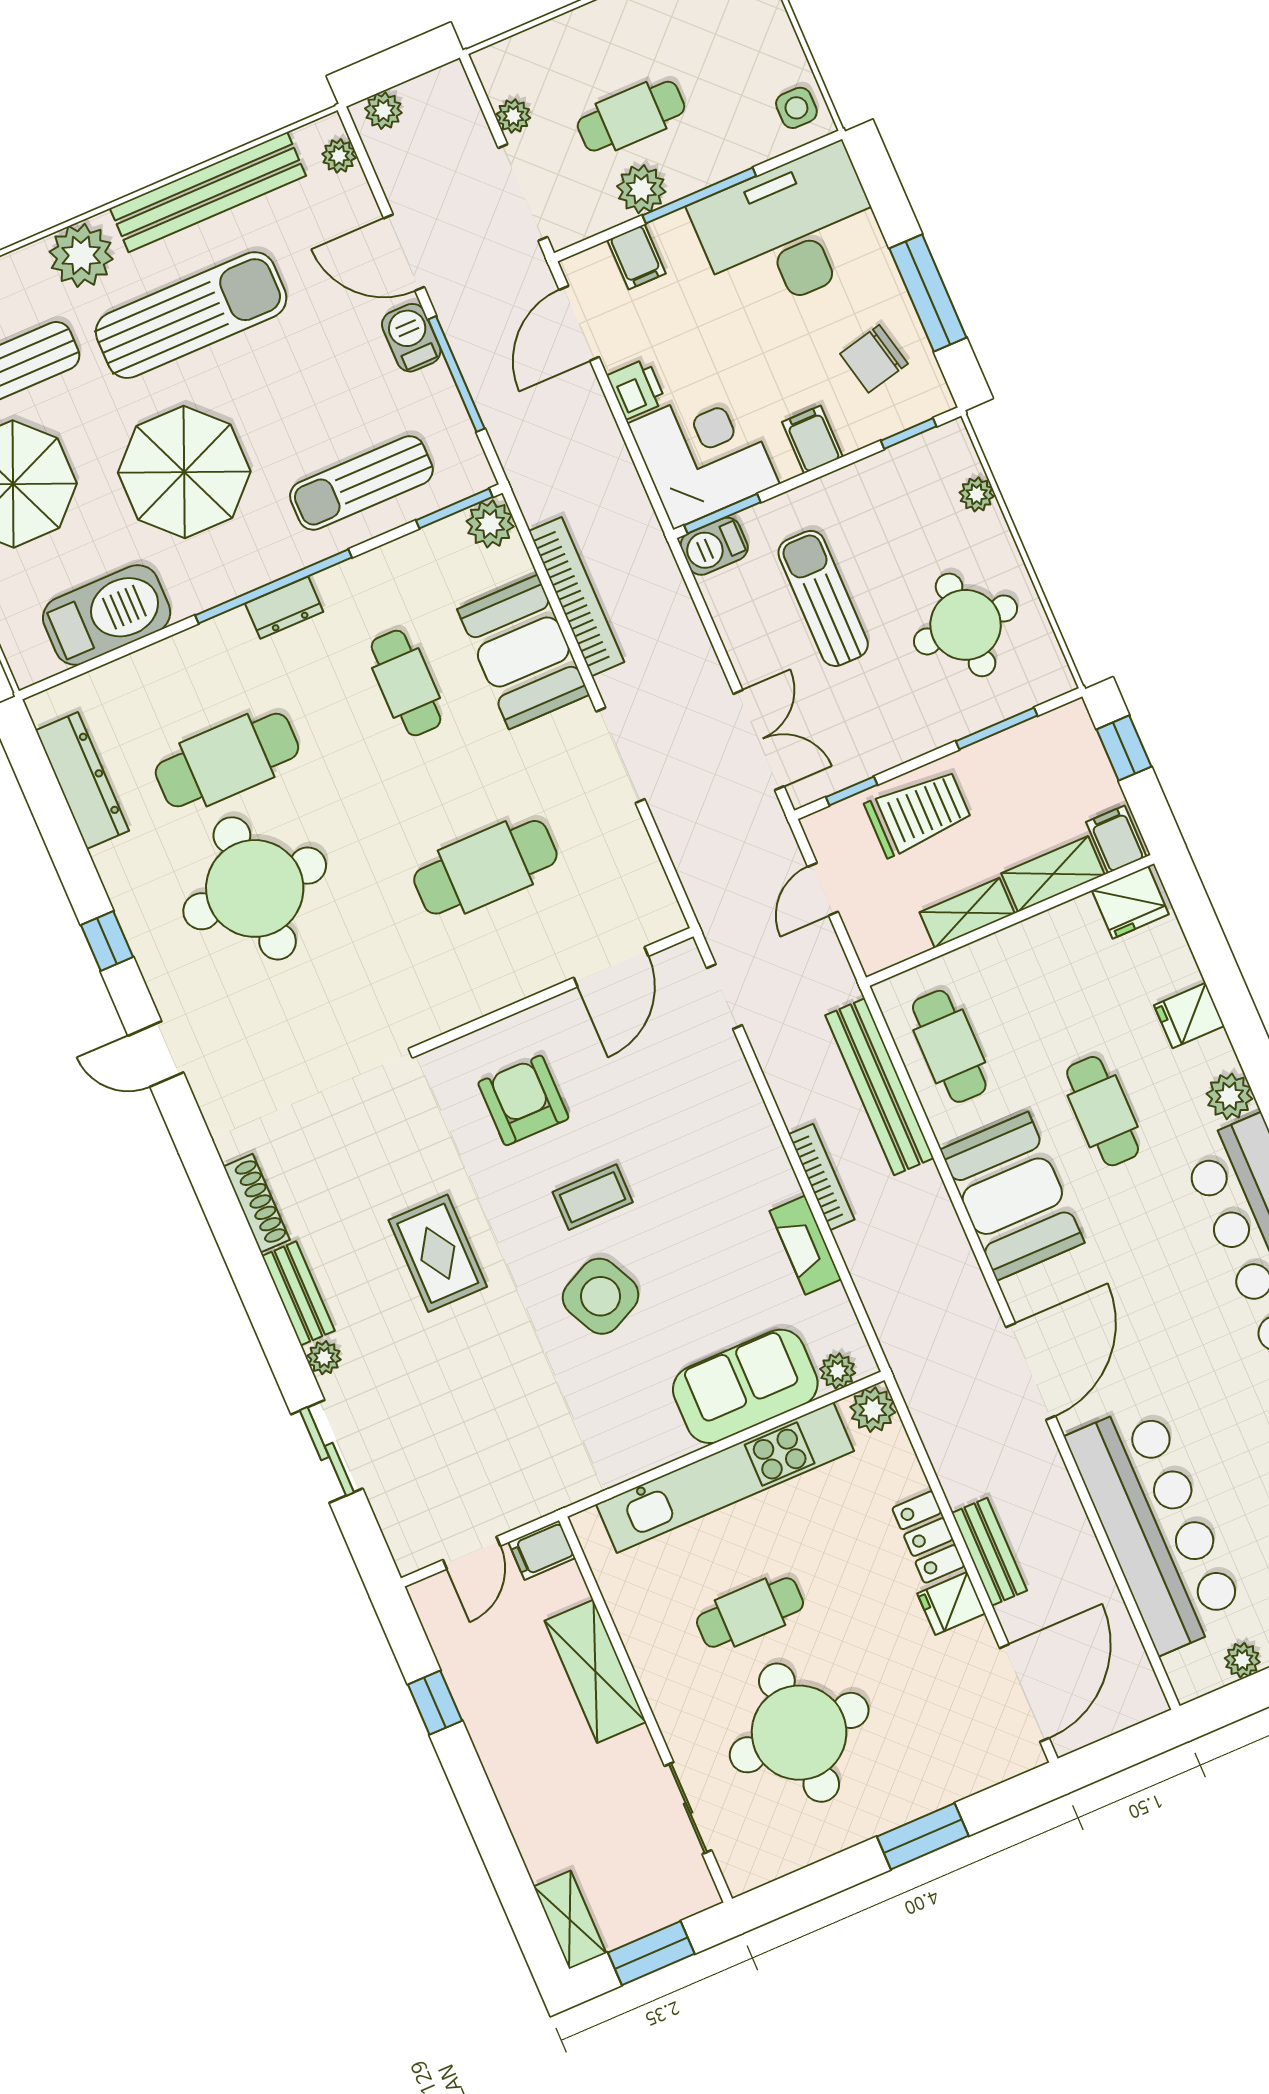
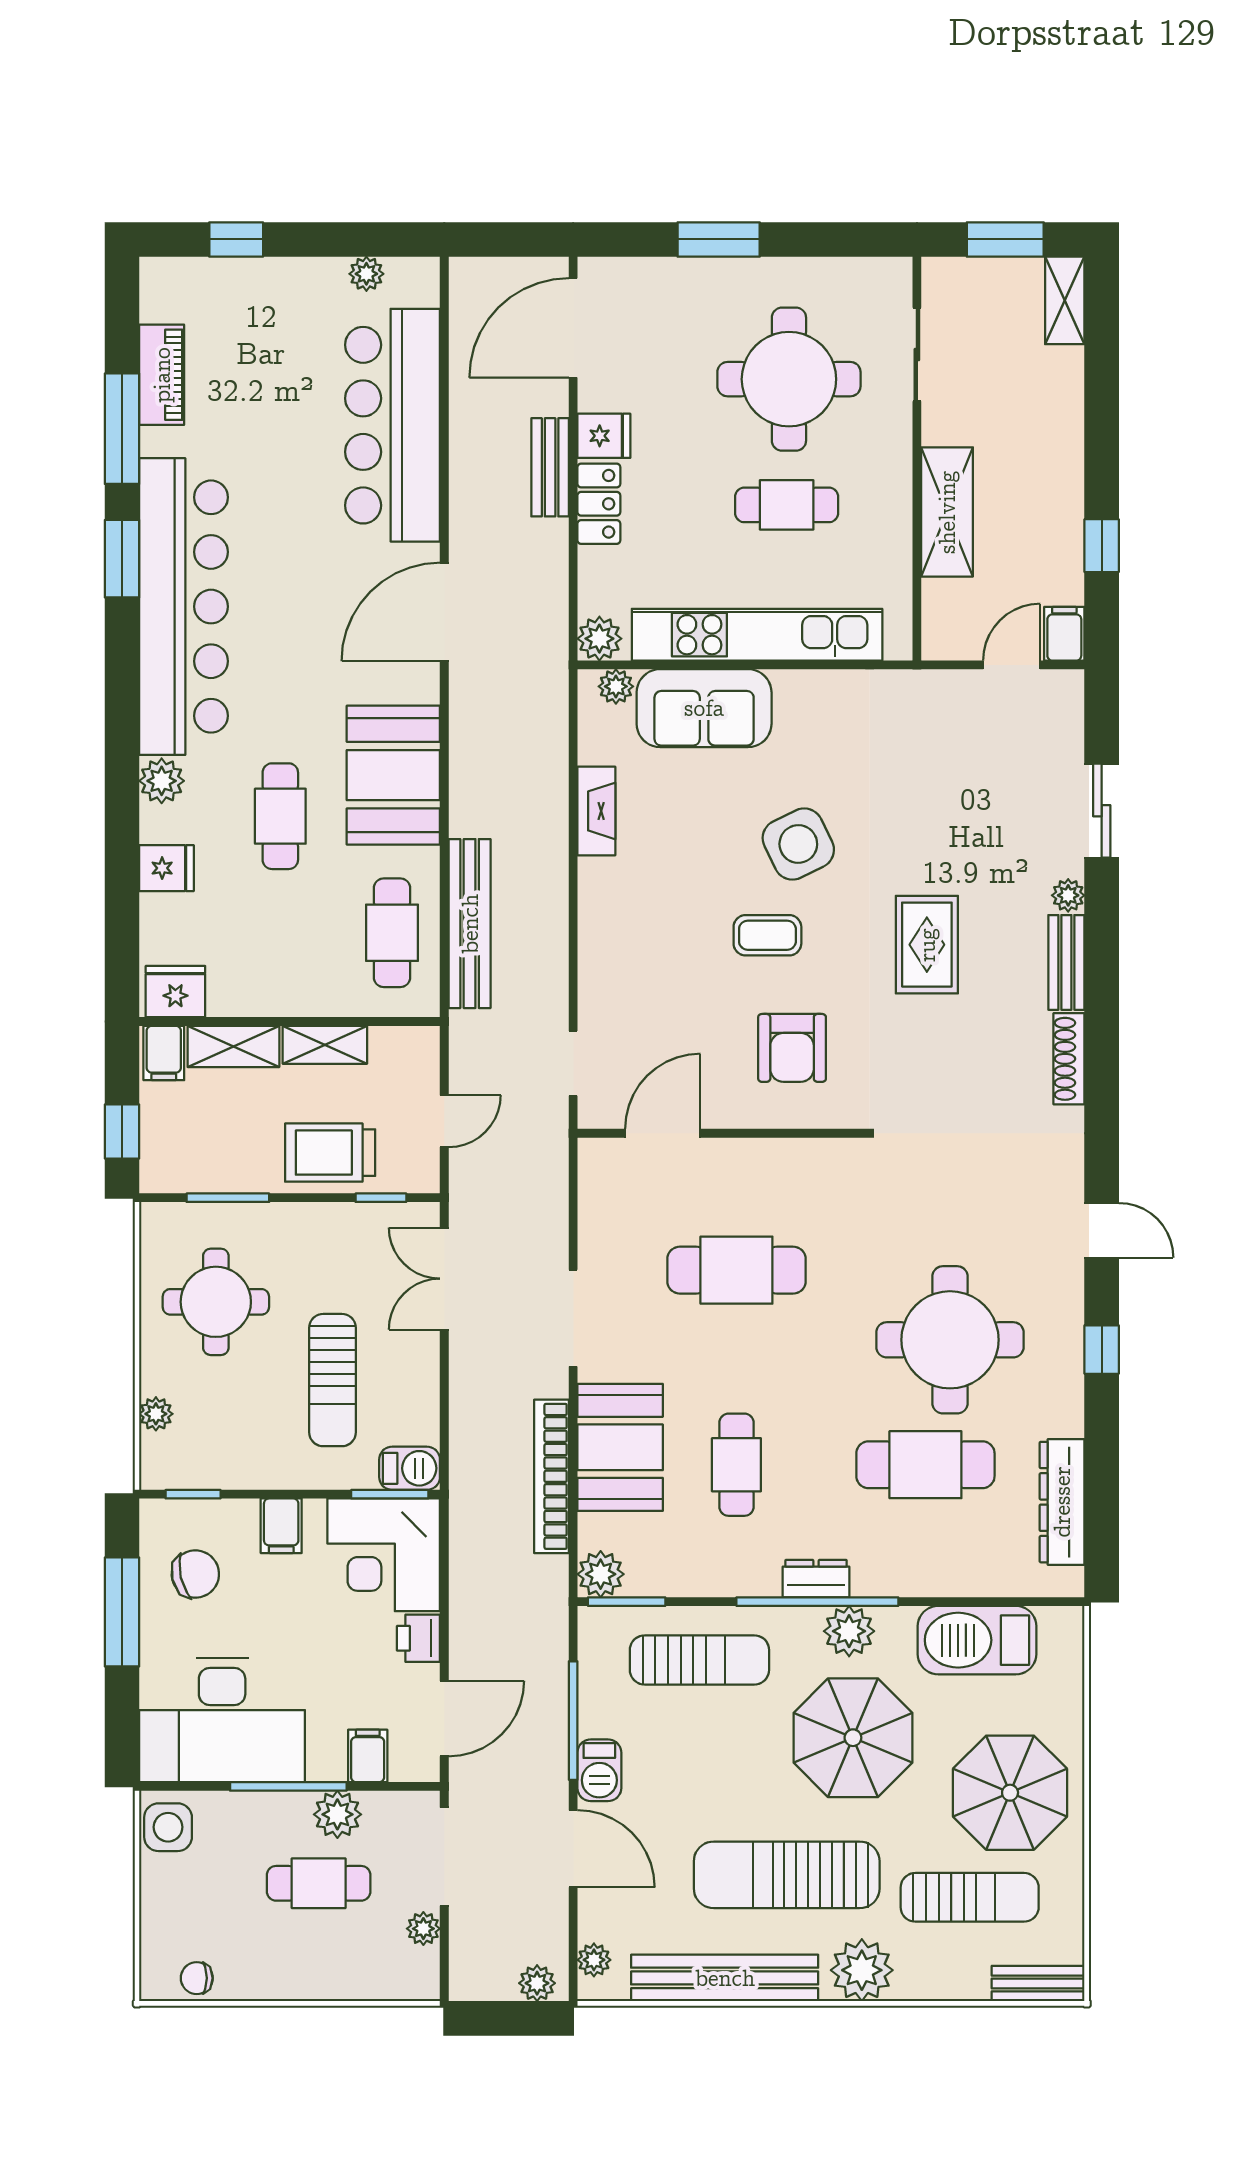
side table: (796, 108) -> (168, 1827), width x1.37, depth x1.37
plant: (231, 571) -> (849, 1631), added
bookcase: (822, 1177) -> (556, 865), removed
filing cabinet: (542, 1550) -> (1064, 634), moved, turned -90

